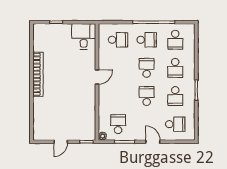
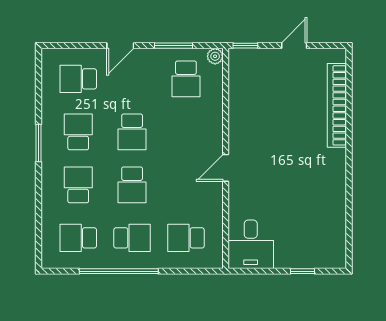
school desk: (147, 40) -> (132, 238), turned 180
school desk: (175, 40) -> (78, 238), turned -90
bookcase: (38, 74) -> (337, 105), moved
door: (153, 142) -> (120, 46), hinge flipped

